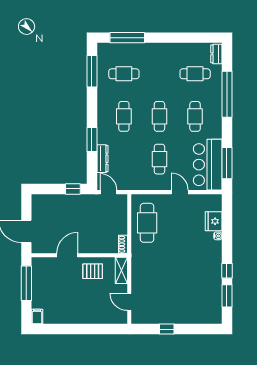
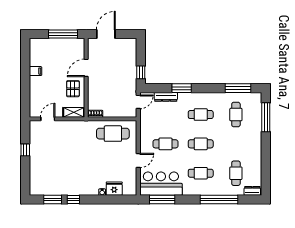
door: (67, 255) -> (86, 68), swing flipped
filing cabinet: (37, 317) -> (36, 71), moved

